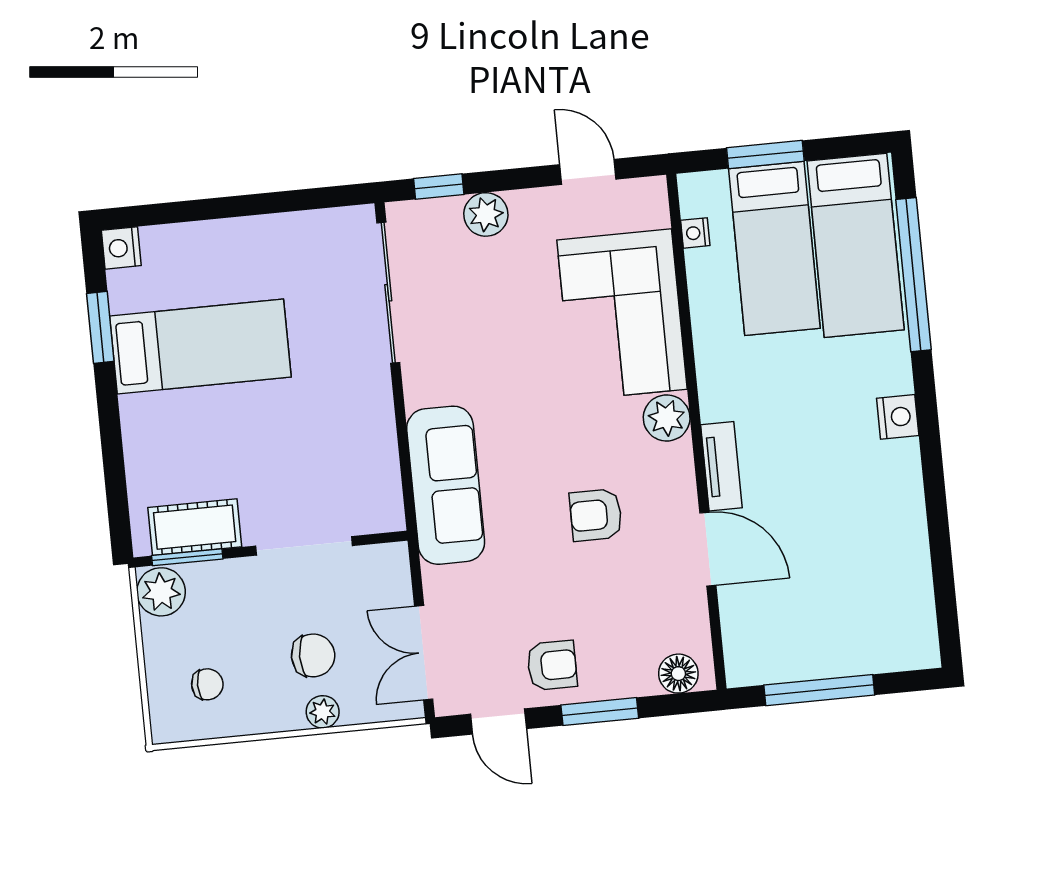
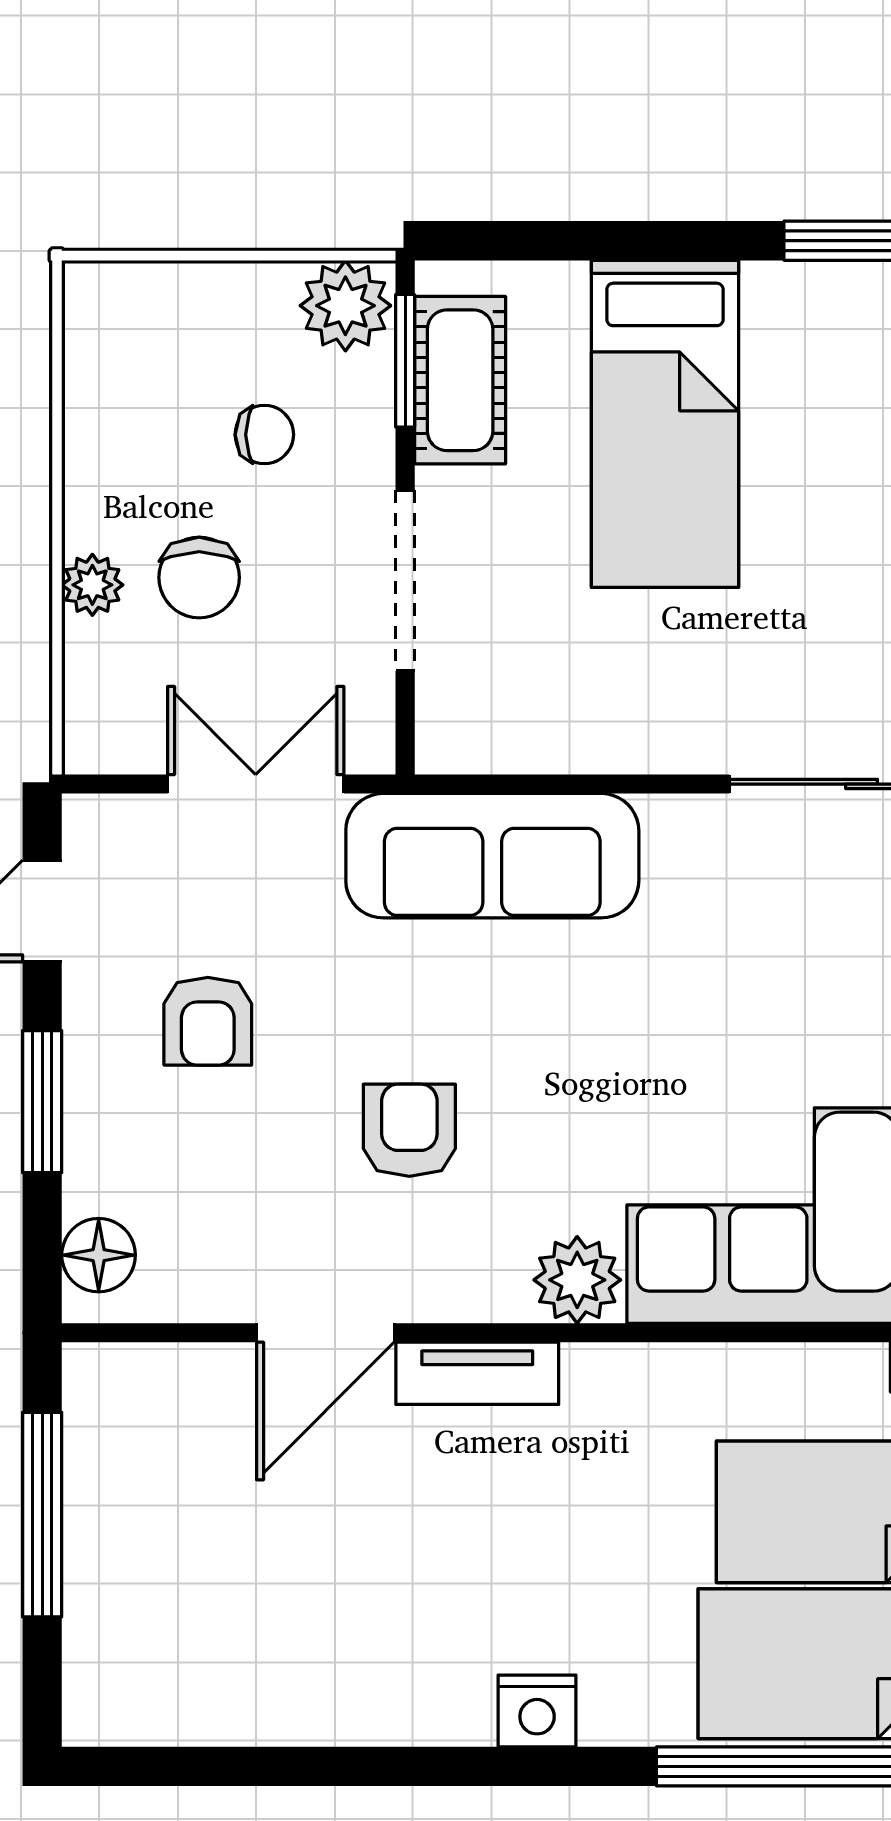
bed: (200, 347) -> (665, 424), moved
double door: (424, 653) -> (256, 784), moved
armchair: (552, 665) -> (208, 1021), moved
chair: (207, 684) -> (264, 435), moved, turned -90

